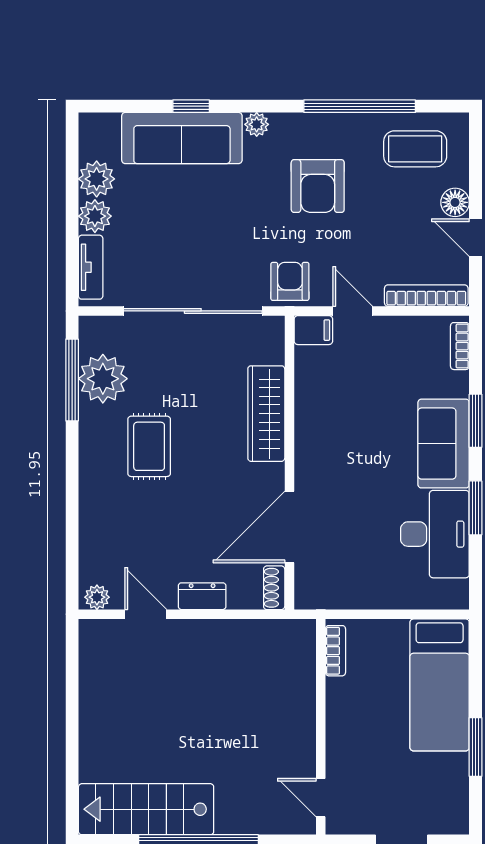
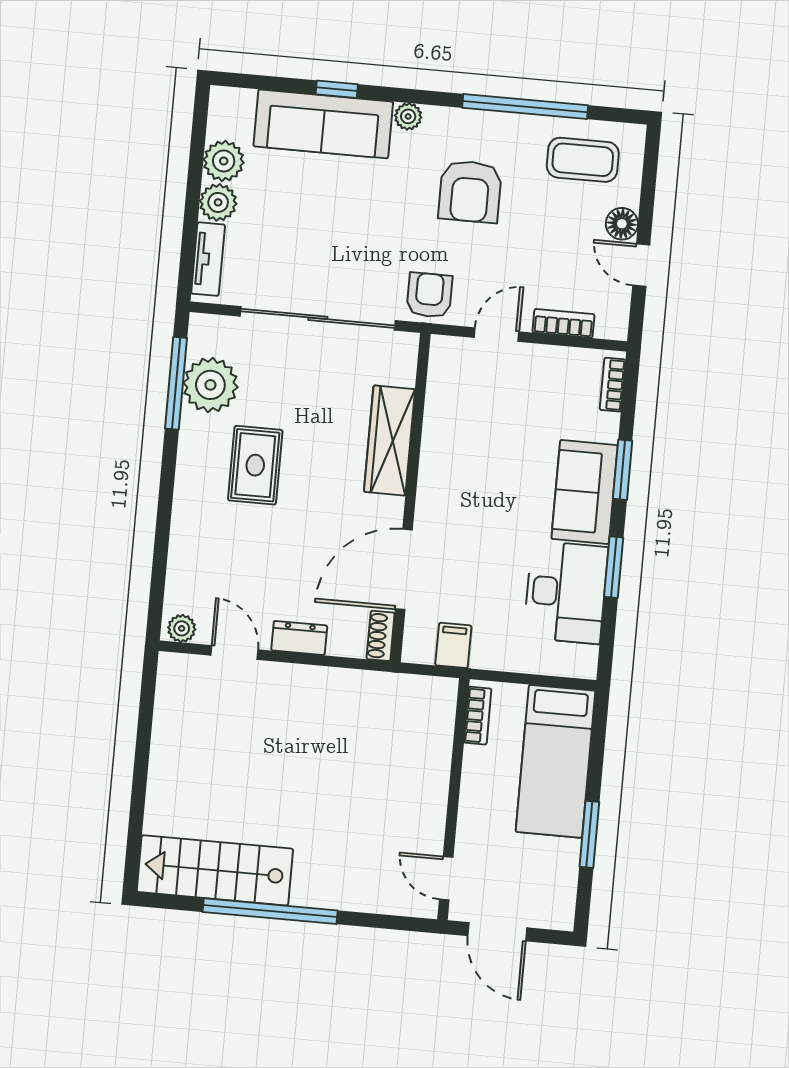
bookcase: (426, 296) -> (563, 323), width x0.64
door: (353, 311) -> (497, 335), hinge flipped
filing cabinet: (313, 330) -> (453, 645), moved, turned -90
bookcase: (335, 651) -> (478, 716), moved
wall: (321, 727) -> (453, 799), moved
door: (321, 798) -> (446, 878), moved

